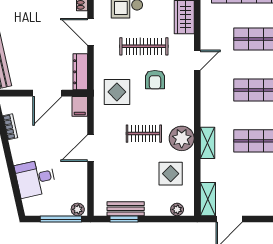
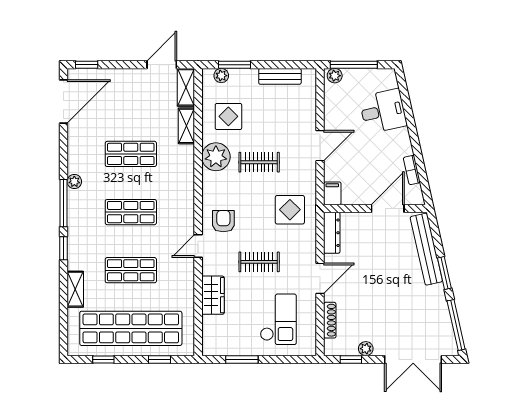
door: (90, 32) -> (320, 278), hinge flipped
clothes rail: (144, 46) -> (259, 262), width x0.73
armchair: (155, 80) -> (223, 221), moved
door: (47, 93) -> (388, 208), moved
shelving: (208, 143) -> (186, 126), moved
window: (124, 219) -> (235, 65), moved

